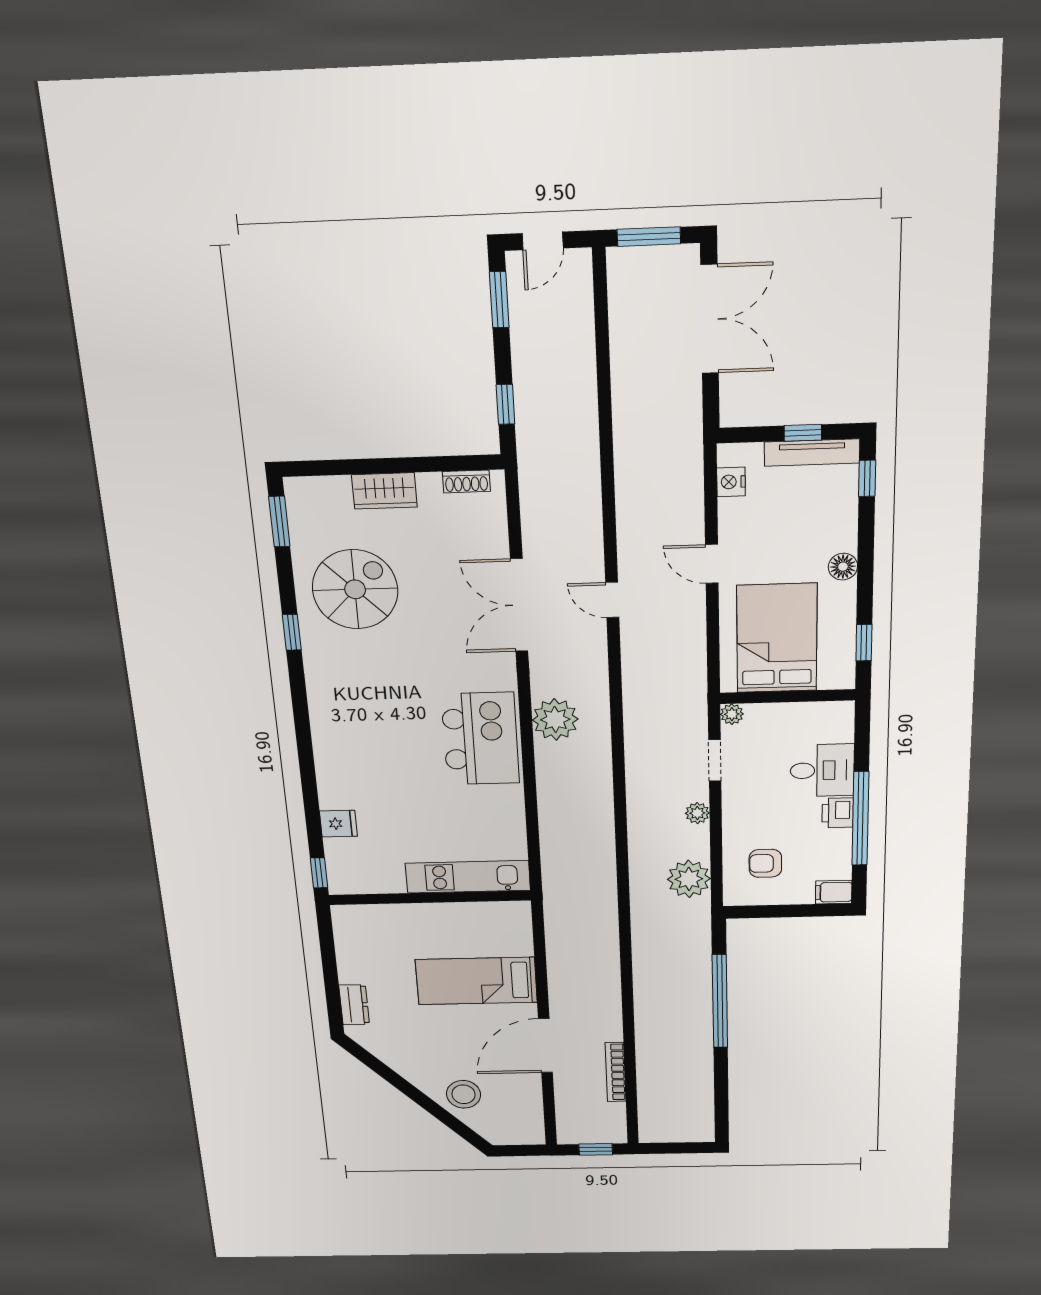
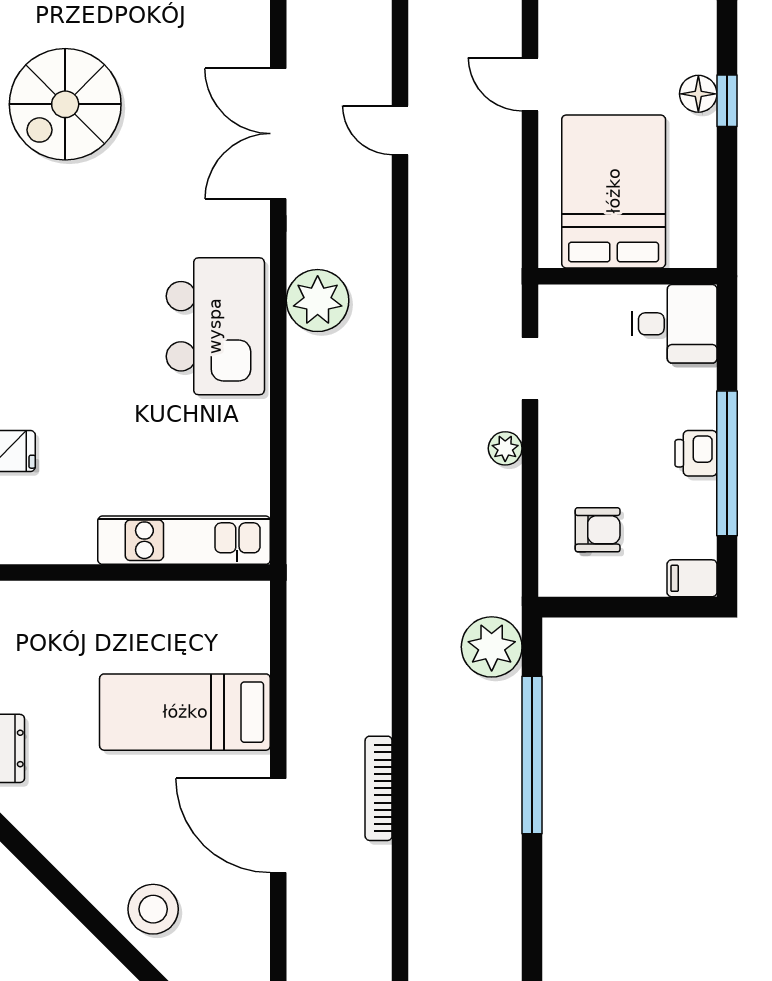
spiral stairs: (355, 589) -> (65, 104), turned 180
window: (864, 643) -> (727, 101), moved
plant: (732, 714) -> (554, 300), removed
desk: (822, 770) -> (674, 324), moved
armchair: (765, 863) -> (598, 530), turned 180
plant: (689, 879) -> (492, 647), moved
door: (545, 1046) -> (278, 826), hinge flipped
bookcase: (616, 1072) -> (379, 788), moved

